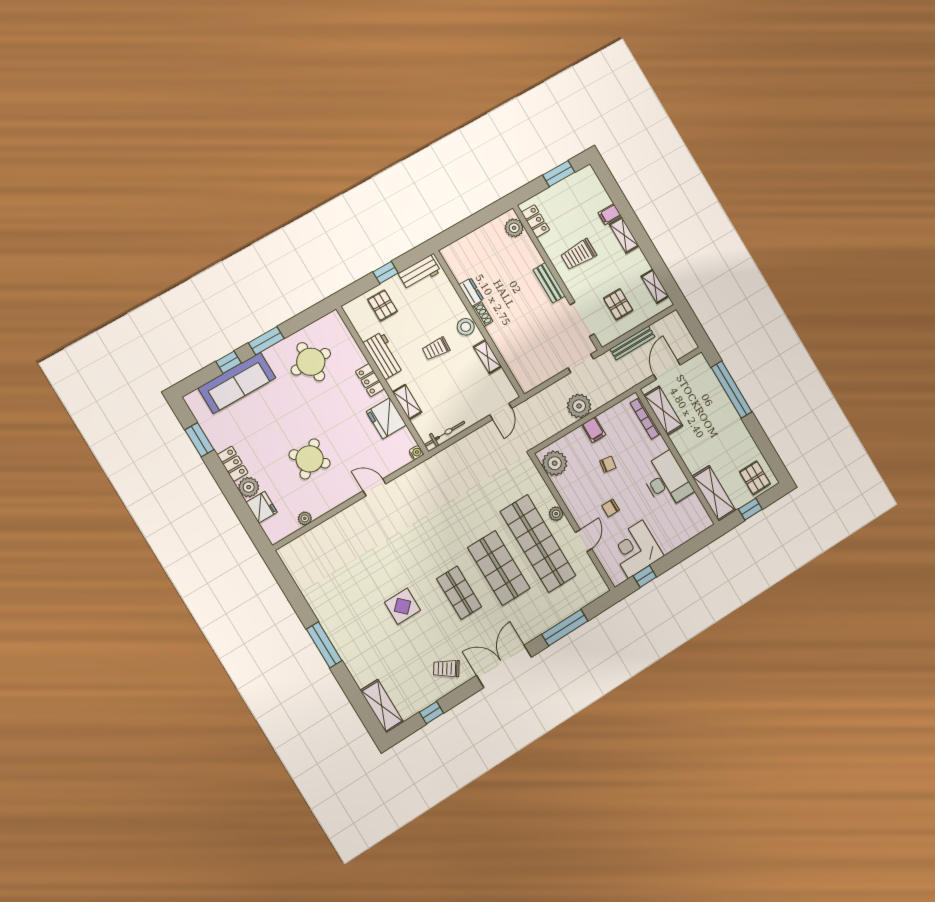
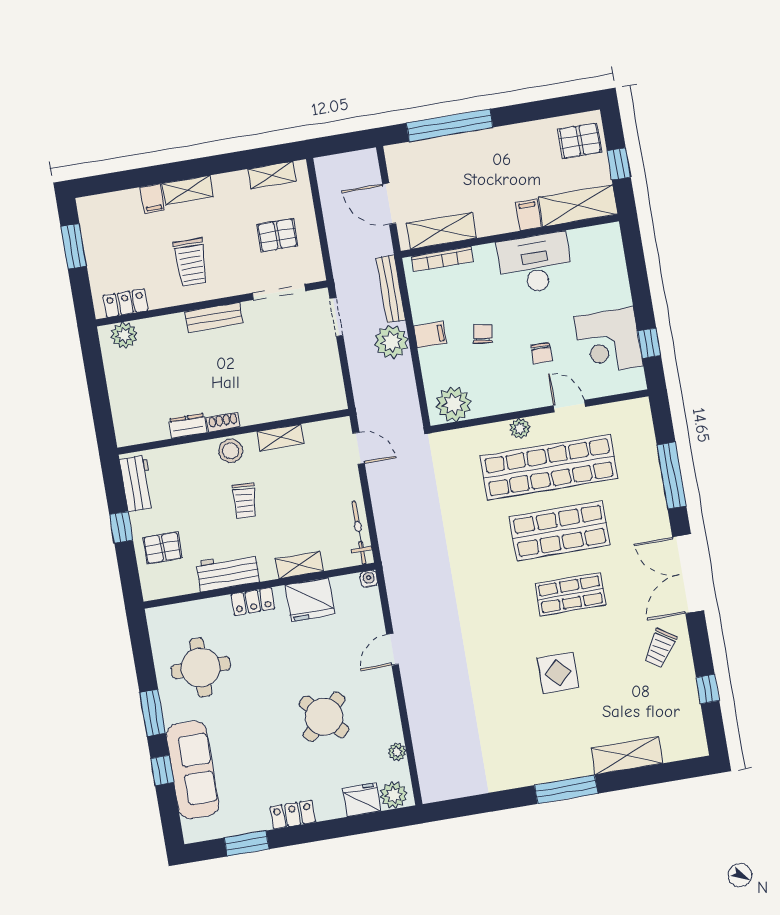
bench: (632, 343) -> (391, 289), moved
filing cabinet: (695, 463) -> (528, 215), added
plant: (249, 487) -> (394, 795), moved
shelving: (382, 706) -> (627, 756), moved

